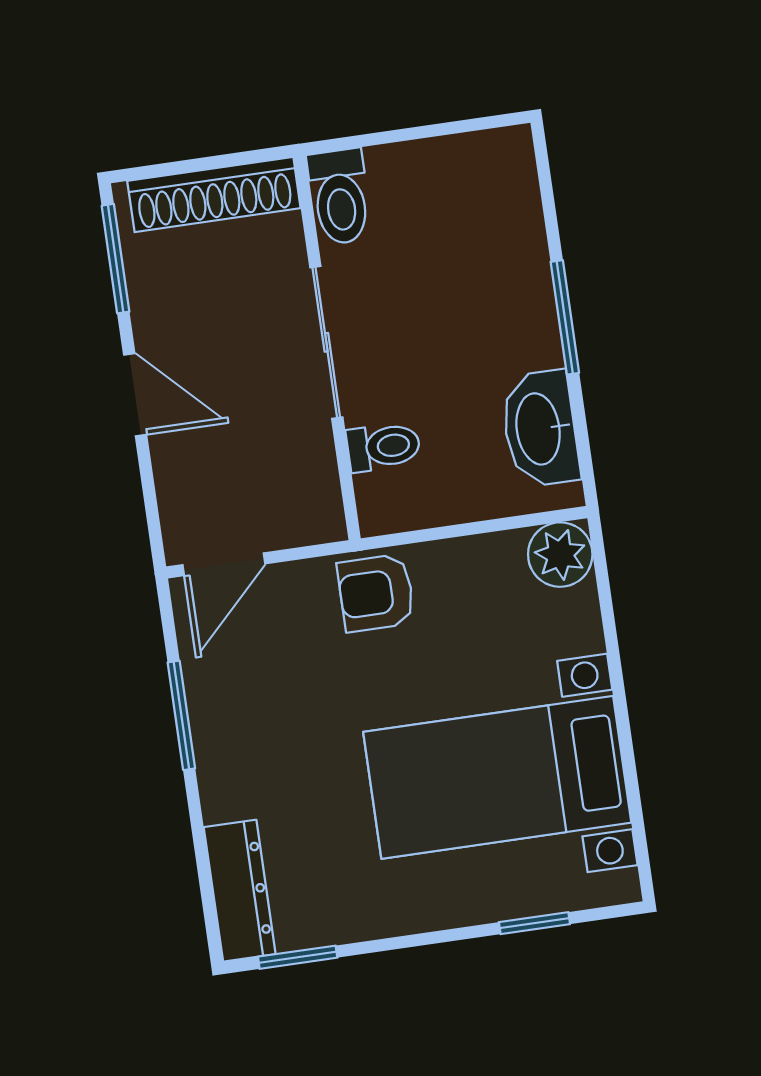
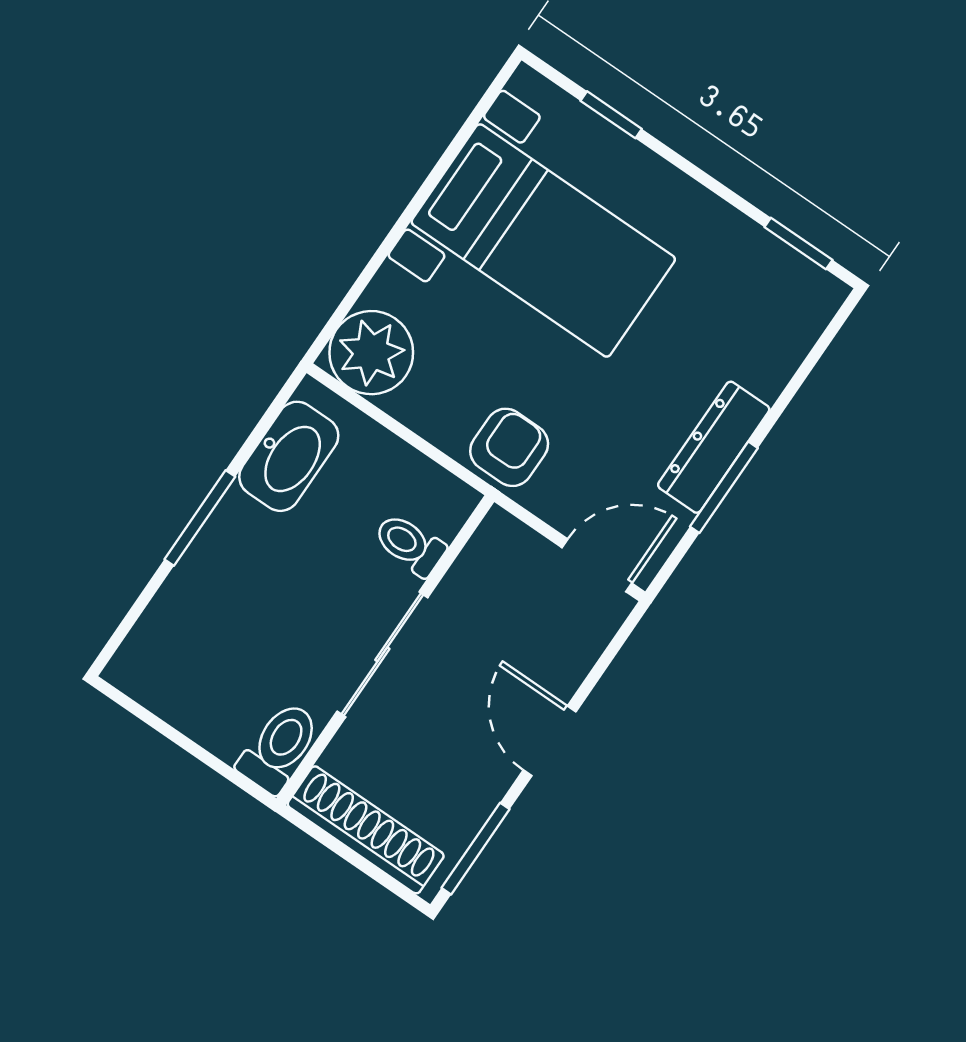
plant: (560, 555) -> (371, 353), width x1.36, depth x1.36
armchair: (376, 593) -> (509, 447), turned -90
dresser: (240, 891) -> (714, 447), moved

